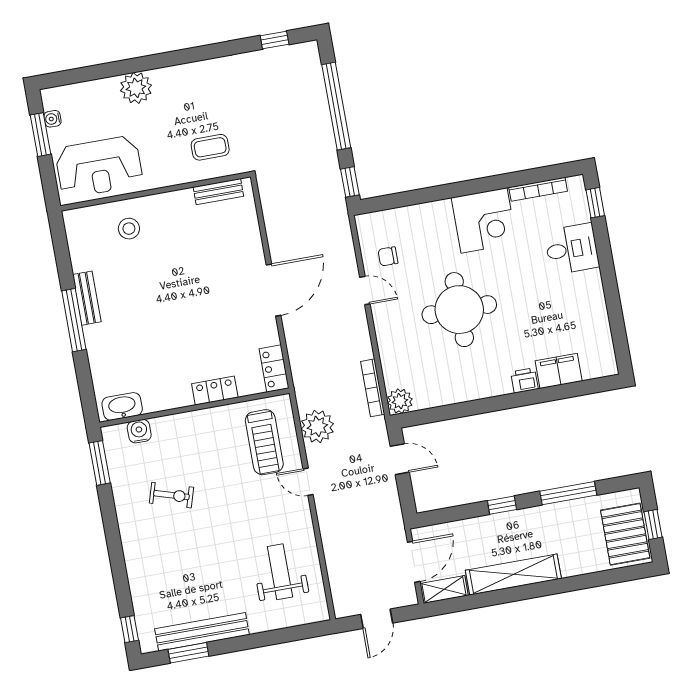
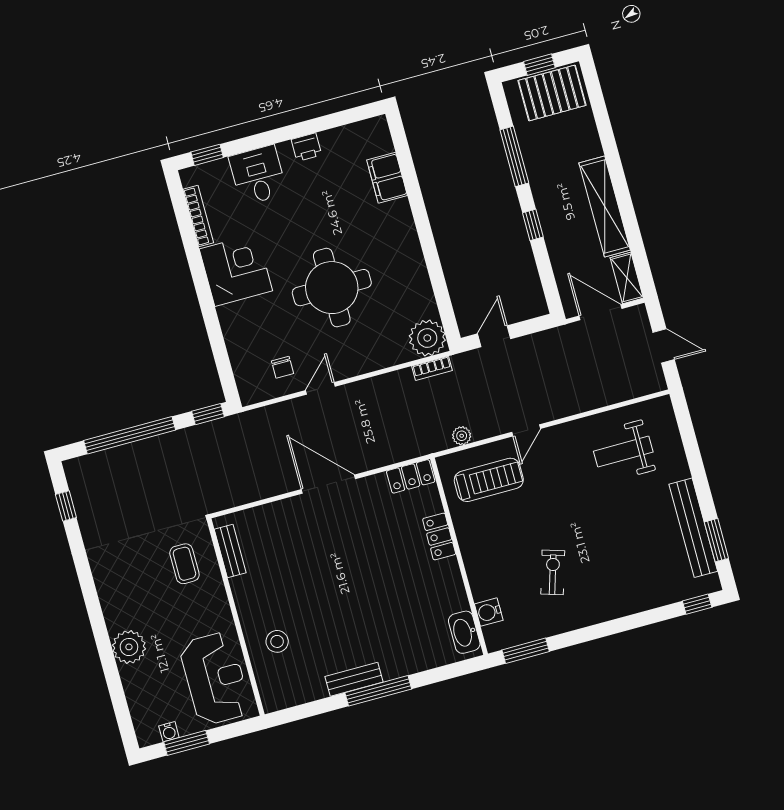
printer: (524, 380) -> (306, 147), moved, turned -90
bookcase: (373, 388) -> (432, 368), width x0.64
plant: (400, 401) -> (427, 338), width x1.36, depth x1.36
plant: (317, 426) -> (462, 436), width x0.53, depth x0.53

